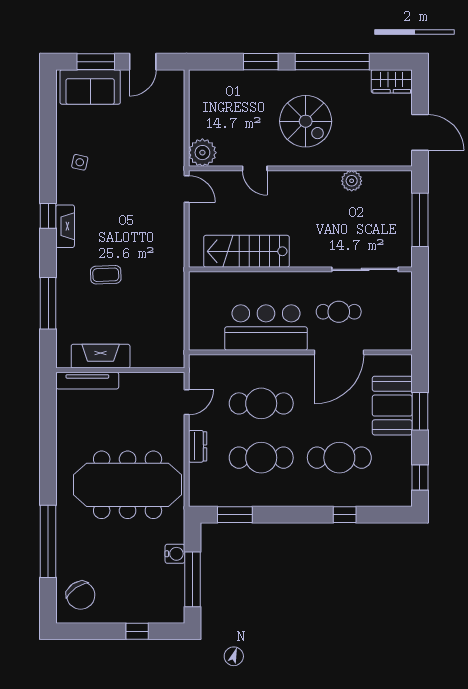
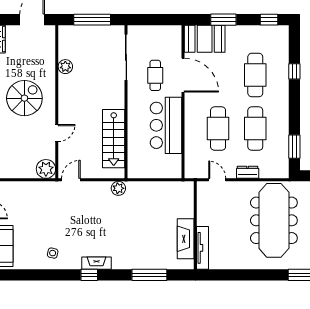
plant: (174, 258) -> (118, 188), added
coffee table: (106, 275) -> (130, 235), removed
booth: (392, 406) -> (205, 39), moved

